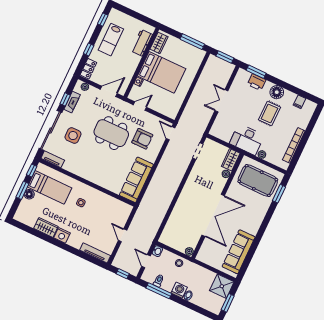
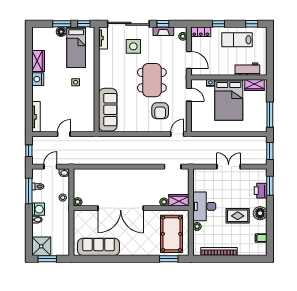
sofa: (136, 180) -> (108, 110), moved, turned 90
shower: (222, 286) -> (41, 246), moved

